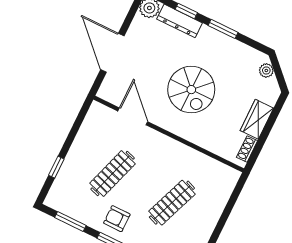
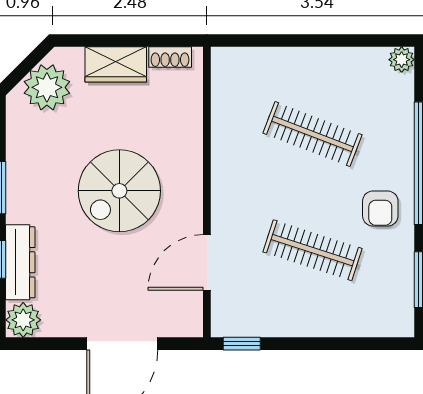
plant: (266, 70) -> (47, 87), width x1.87, depth x1.87
spiral stairs: (191, 90) -> (119, 191), turned 180
window: (56, 167) -> (242, 344), moved

